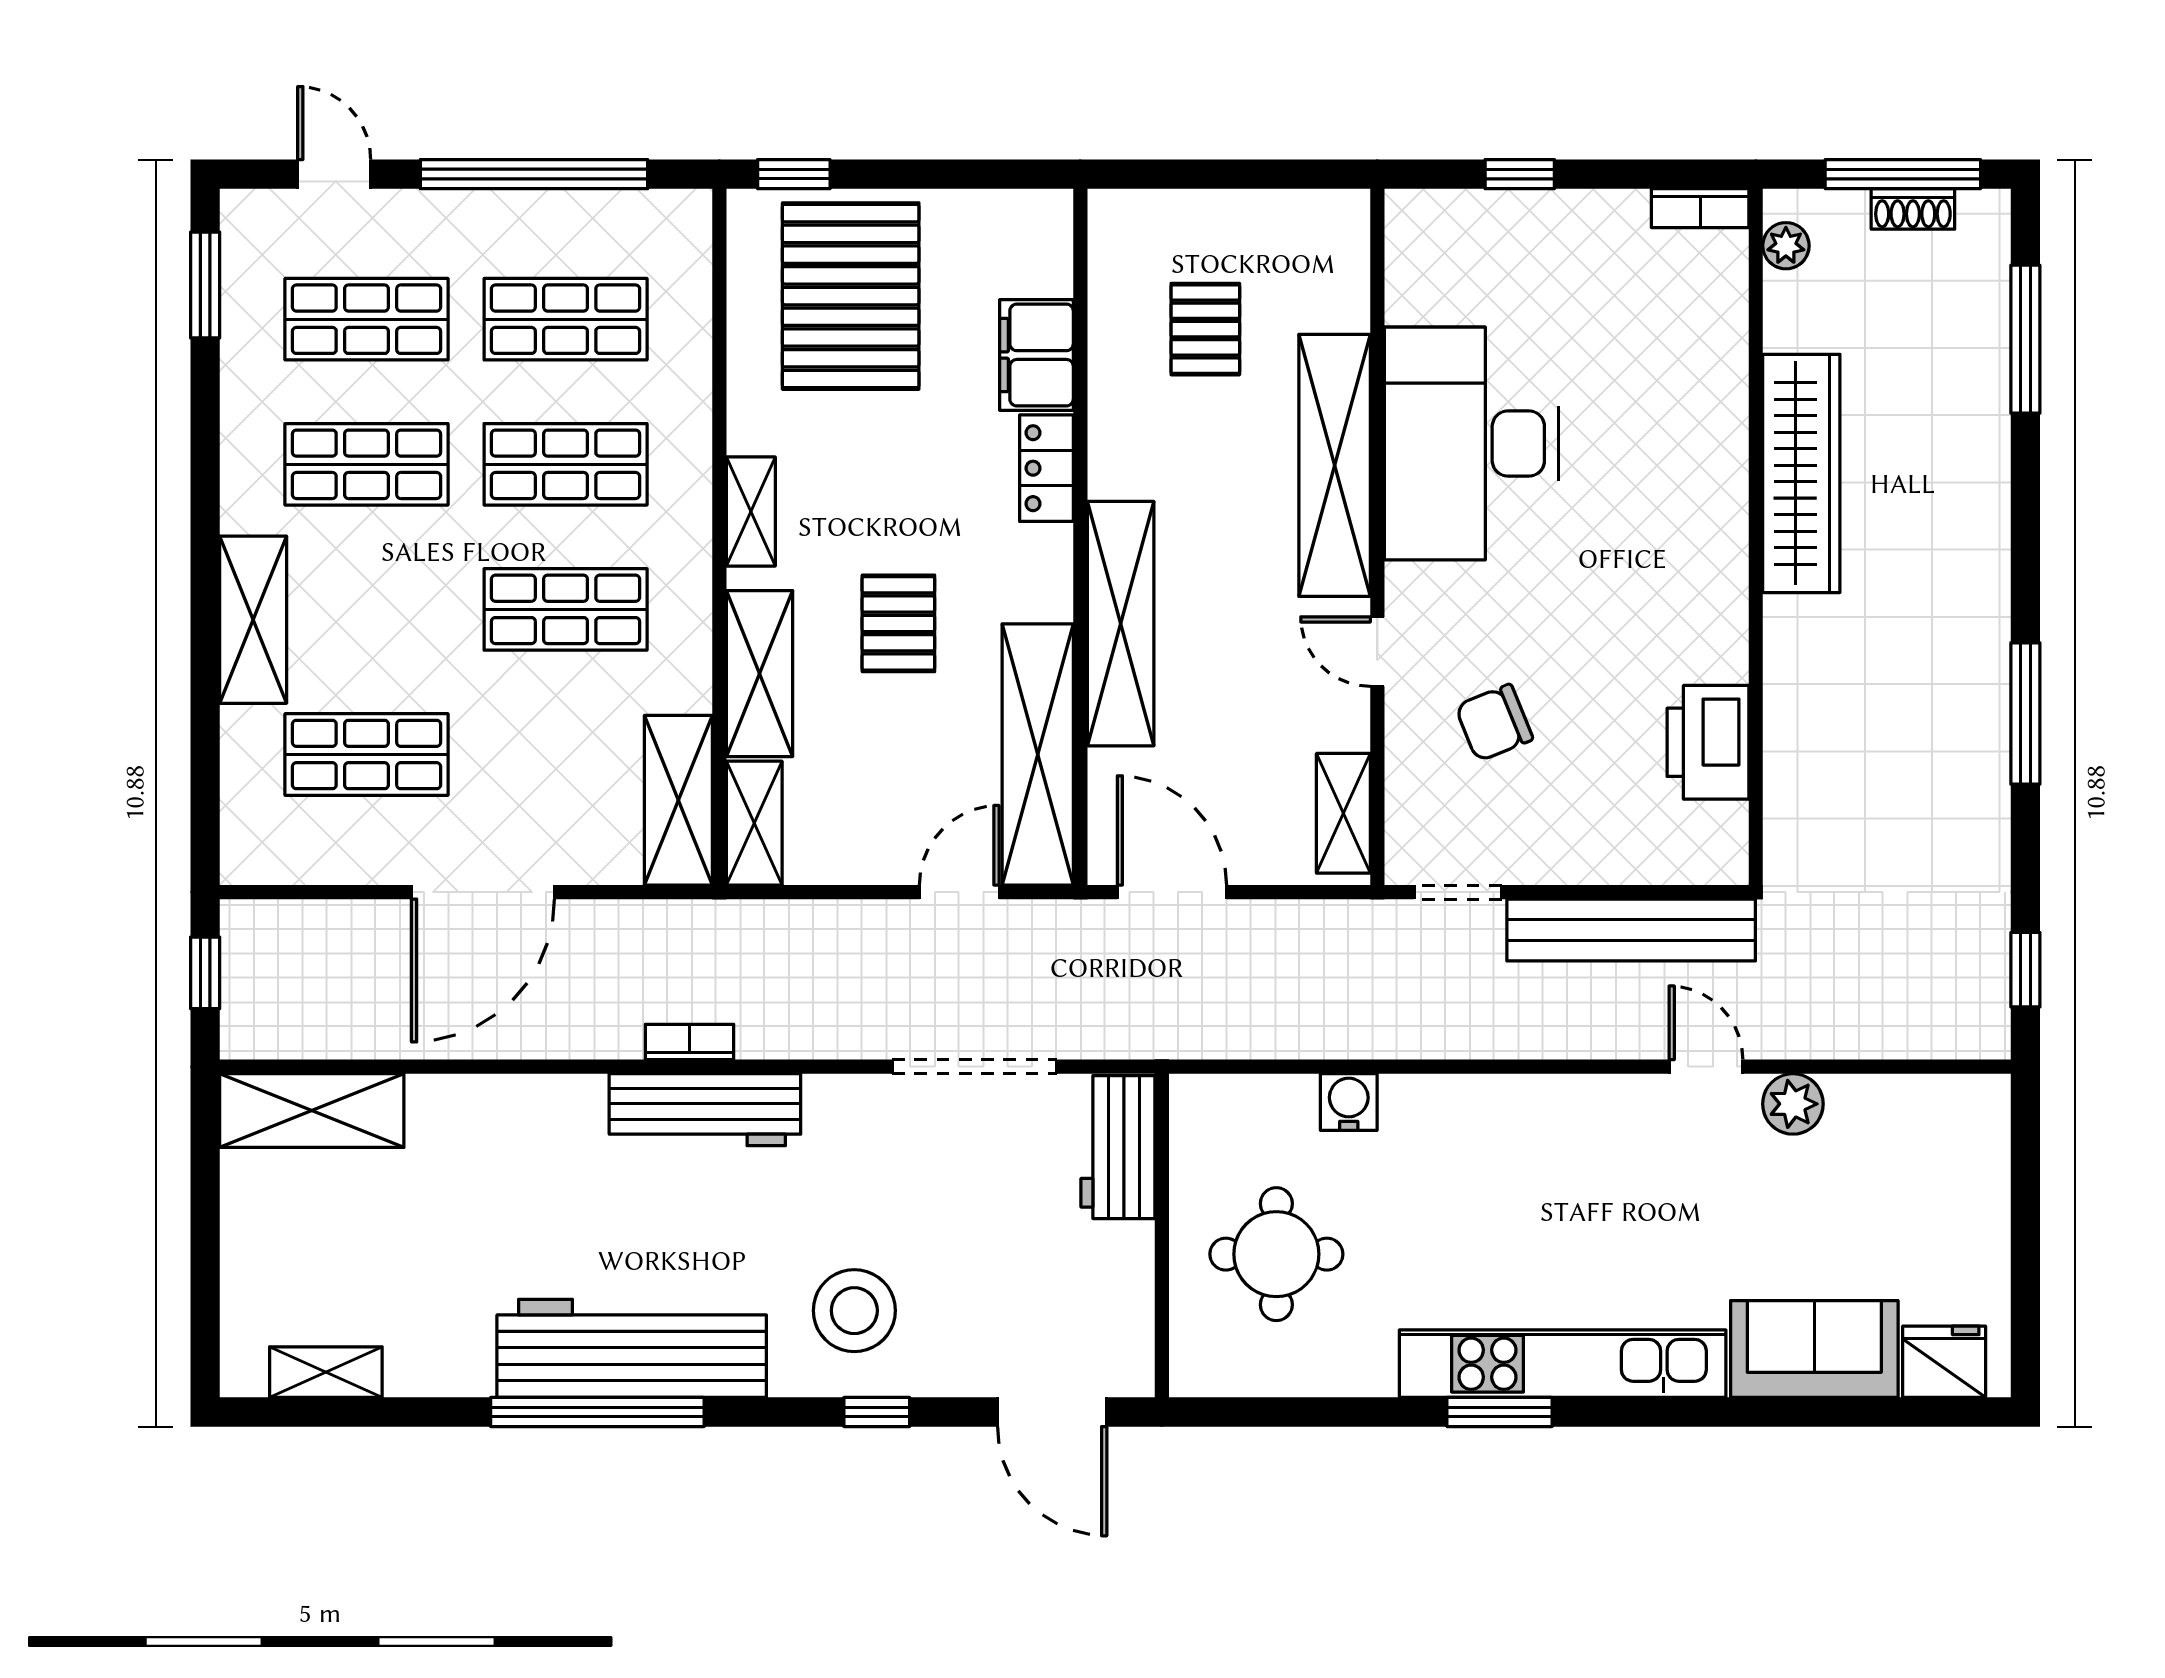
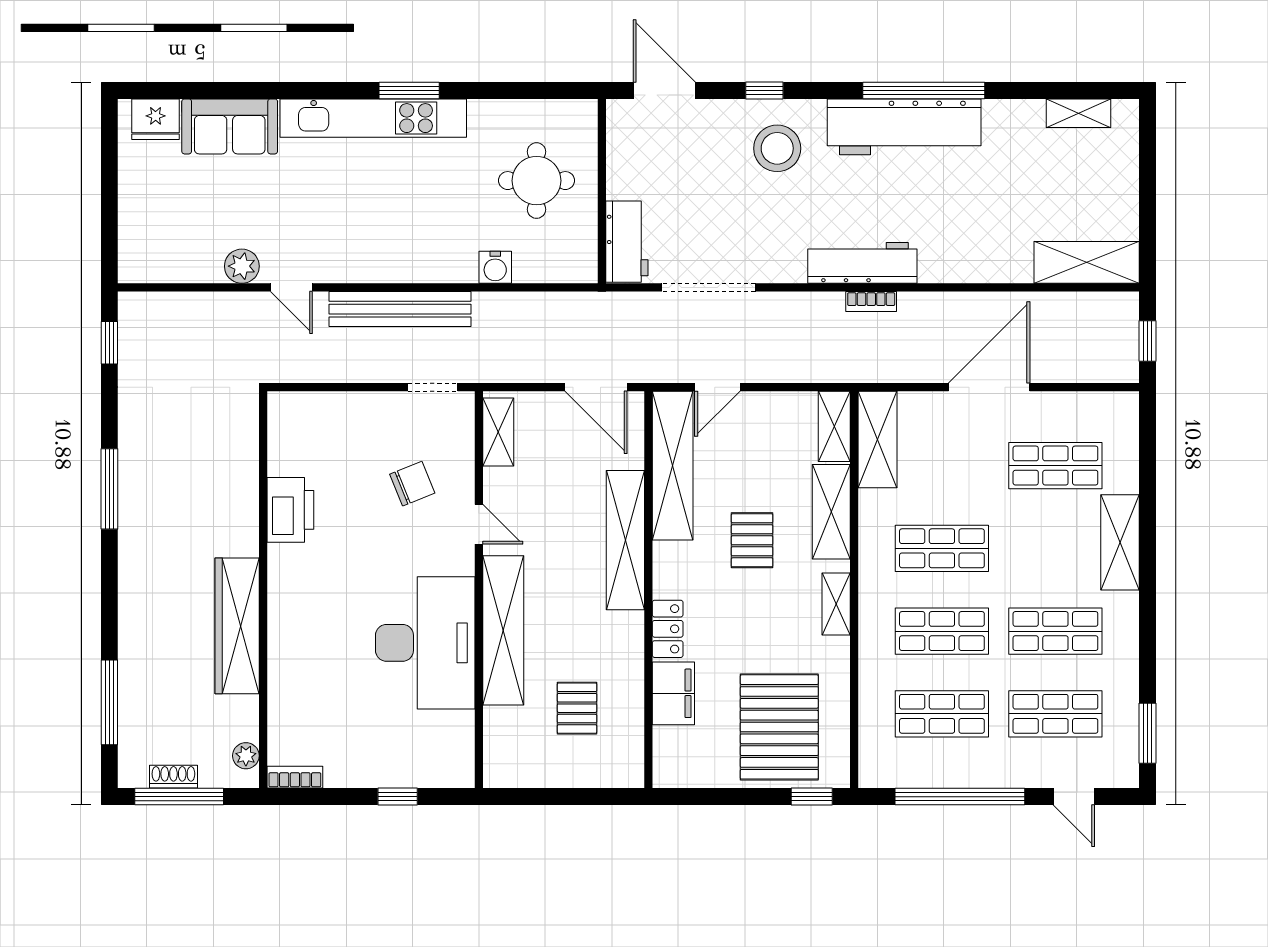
printer: (1708, 742) -> (290, 510), moved
bench: (1631, 930) -> (400, 309), moved

